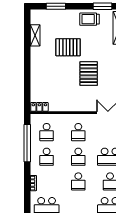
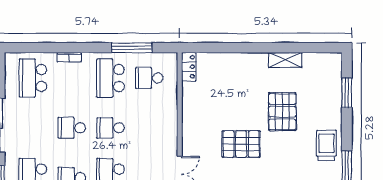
shelving: (35, 35) -> (285, 60), moved
school desk: (78, 132) -> (149, 128), removed
window: (27, 143) -> (132, 48), width x0.68
school desk: (47, 157) -> (110, 78), width x1.85

